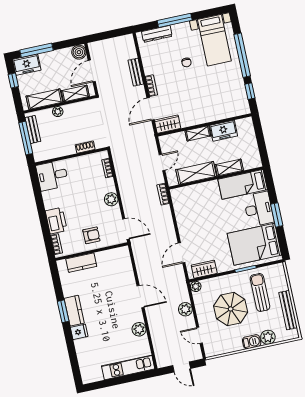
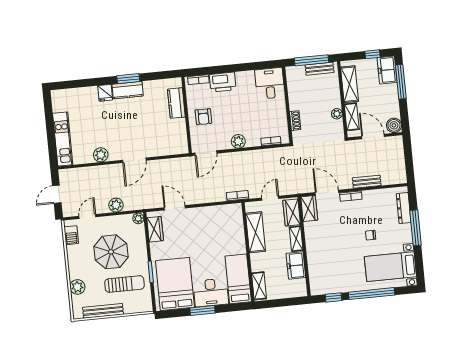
plant: (58, 112) -> (337, 114), moved
wardrobe: (173, 141) -> (292, 212), added
door: (162, 163) -> (270, 198), swing flipped
shelving: (229, 168) -> (259, 286), moved
barbecue: (252, 342) -> (71, 235), moved

